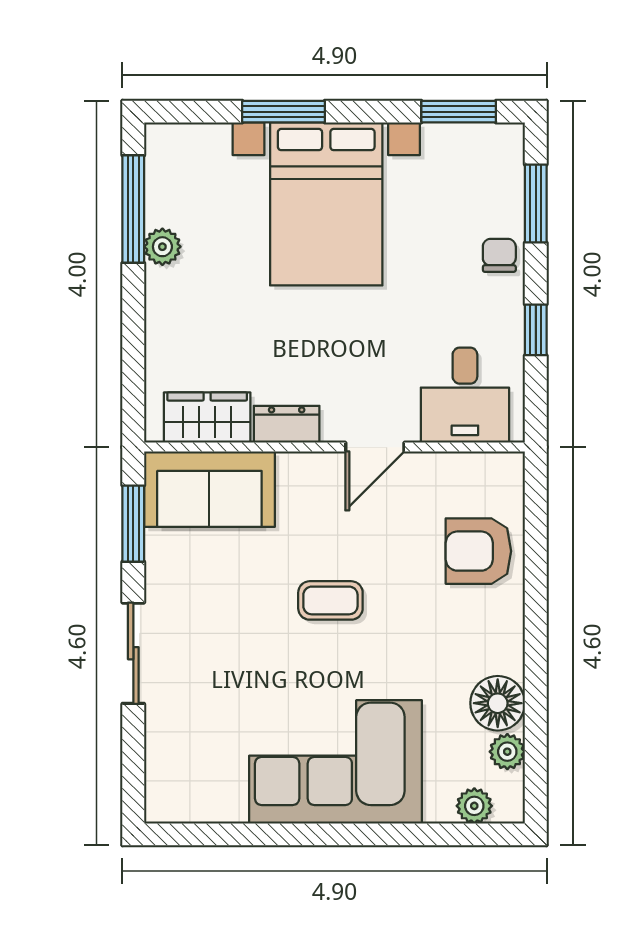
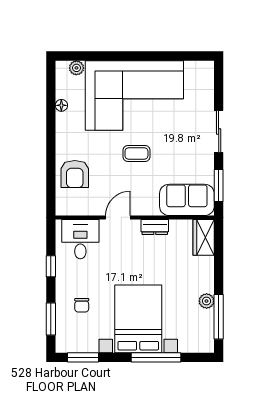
window: (284, 112) -> (156, 357), width x1.44
chair: (499, 255) -> (82, 305), moved
wardrobe: (207, 418) -> (204, 237), moved, turned 90
armchair: (478, 551) -> (75, 174), turned 90
floor lamp: (498, 703) -> (61, 105), width x0.53, depth x0.53
plant: (507, 752) -> (63, 90), removed
corner sofa: (335, 762) -> (134, 95), width x1.36, depth x1.36

